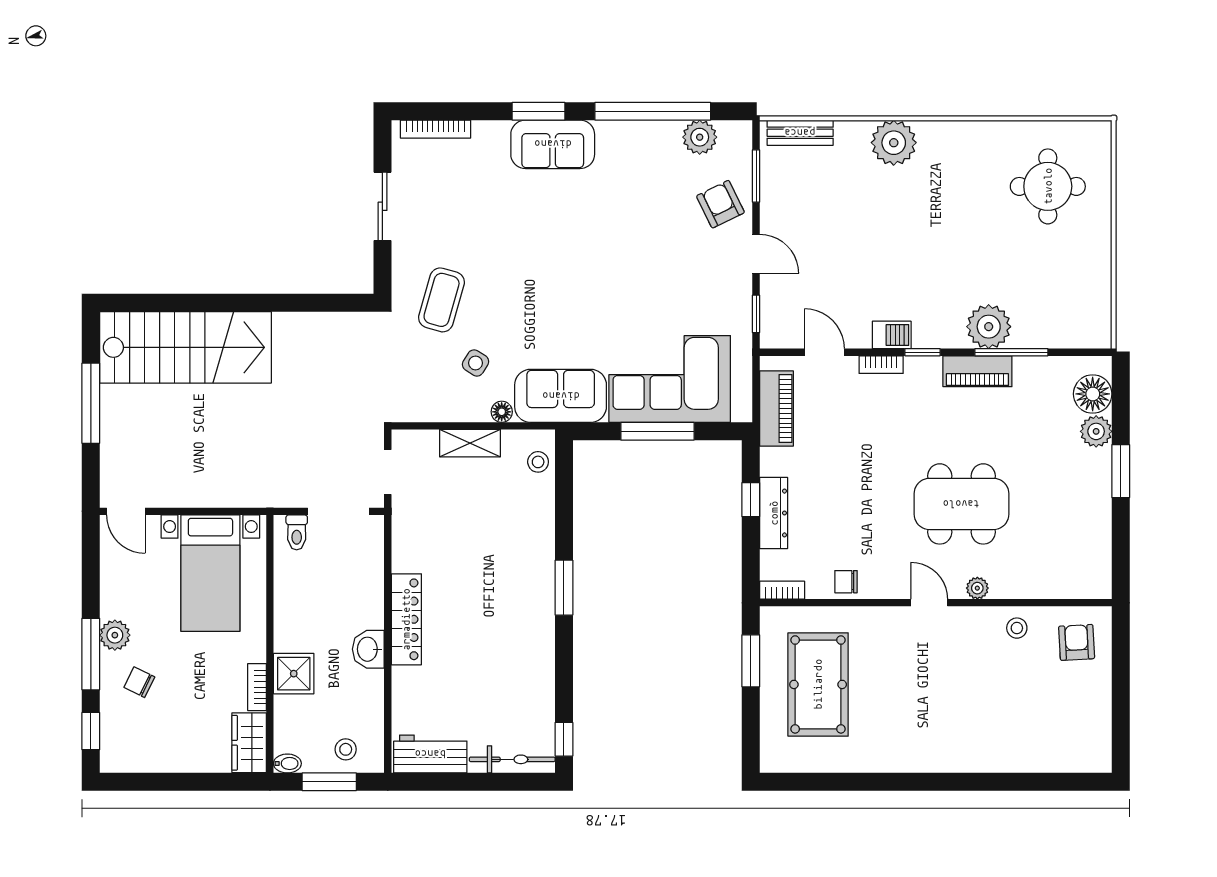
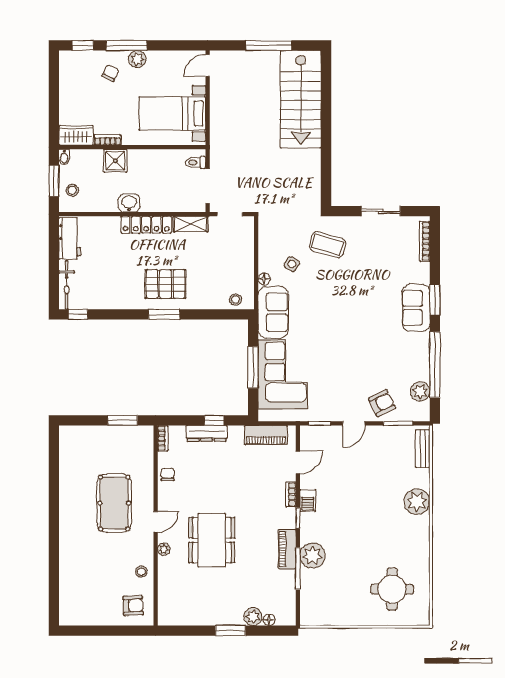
floor lamp: (1093, 394) -> (269, 620), width x0.53, depth x0.53
shelving: (470, 443) -> (191, 224), moved, turned 90
pallet: (511, 585) -> (165, 284), added
pool table: (818, 684) -> (114, 503), moved, turned 90

